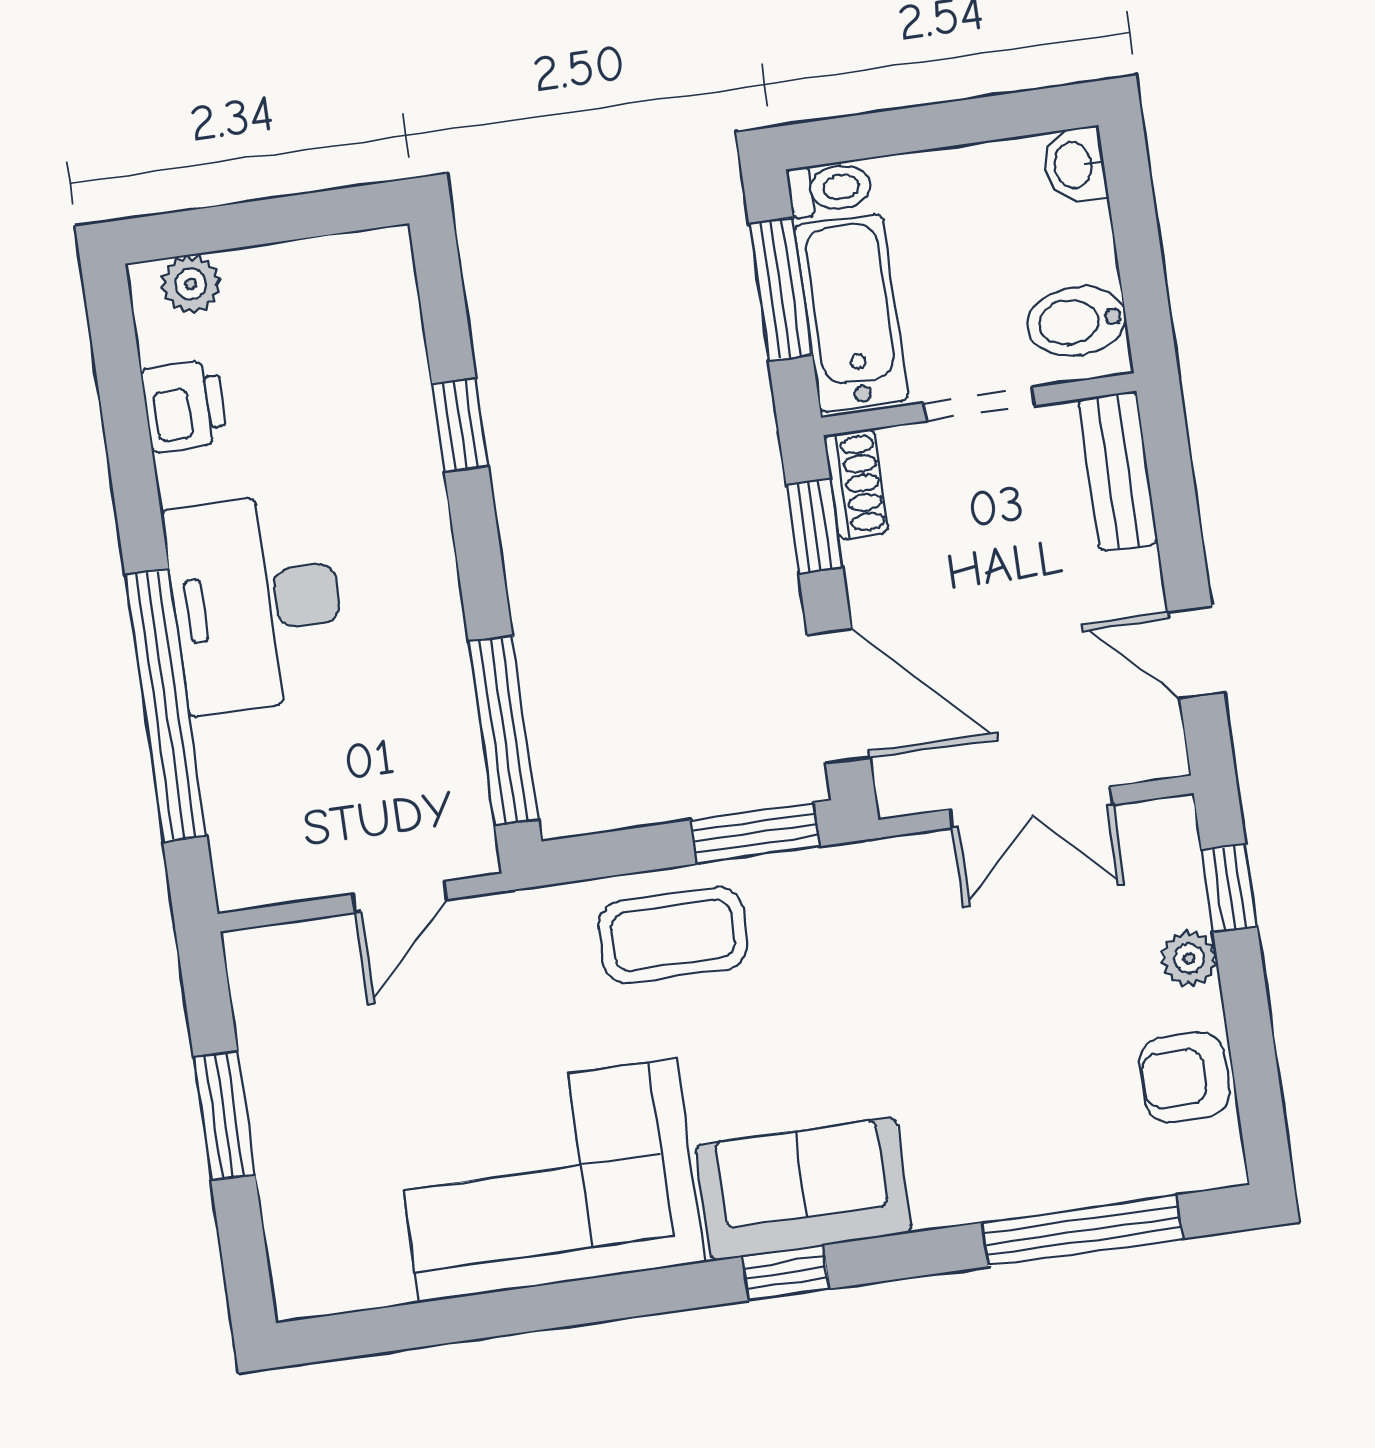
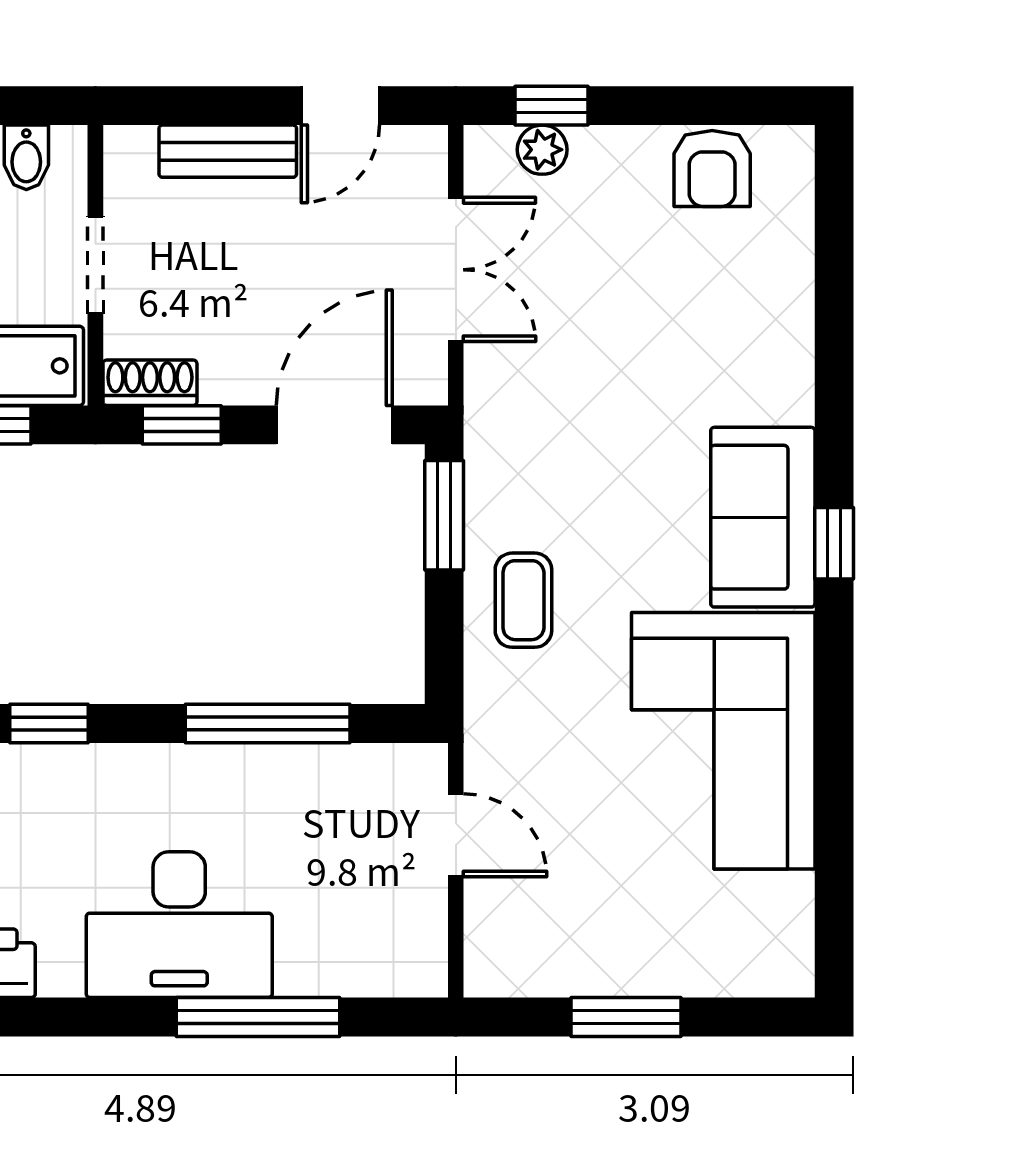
bidet: (1077, 321) -> (26, 157), width x0.72, depth x0.74
bench: (1118, 471) -> (228, 151), moved
window: (166, 705) -> (258, 1017), width x0.68
window: (504, 731) -> (268, 723), moved
coffee table: (673, 935) -> (523, 600), width x0.73, depth x0.77
plant: (1189, 958) -> (542, 150), moved
window: (1082, 1231) -> (834, 278), removed

